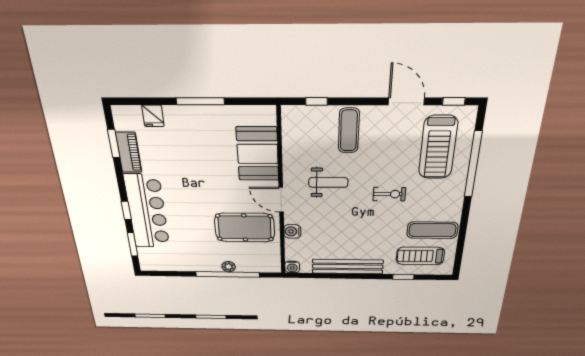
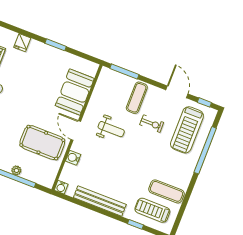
window: (200, 101) -> (56, 45), width x0.69
window: (316, 101) -> (124, 72), width x2.17
exercise bike: (389, 194) -> (152, 124), moved

